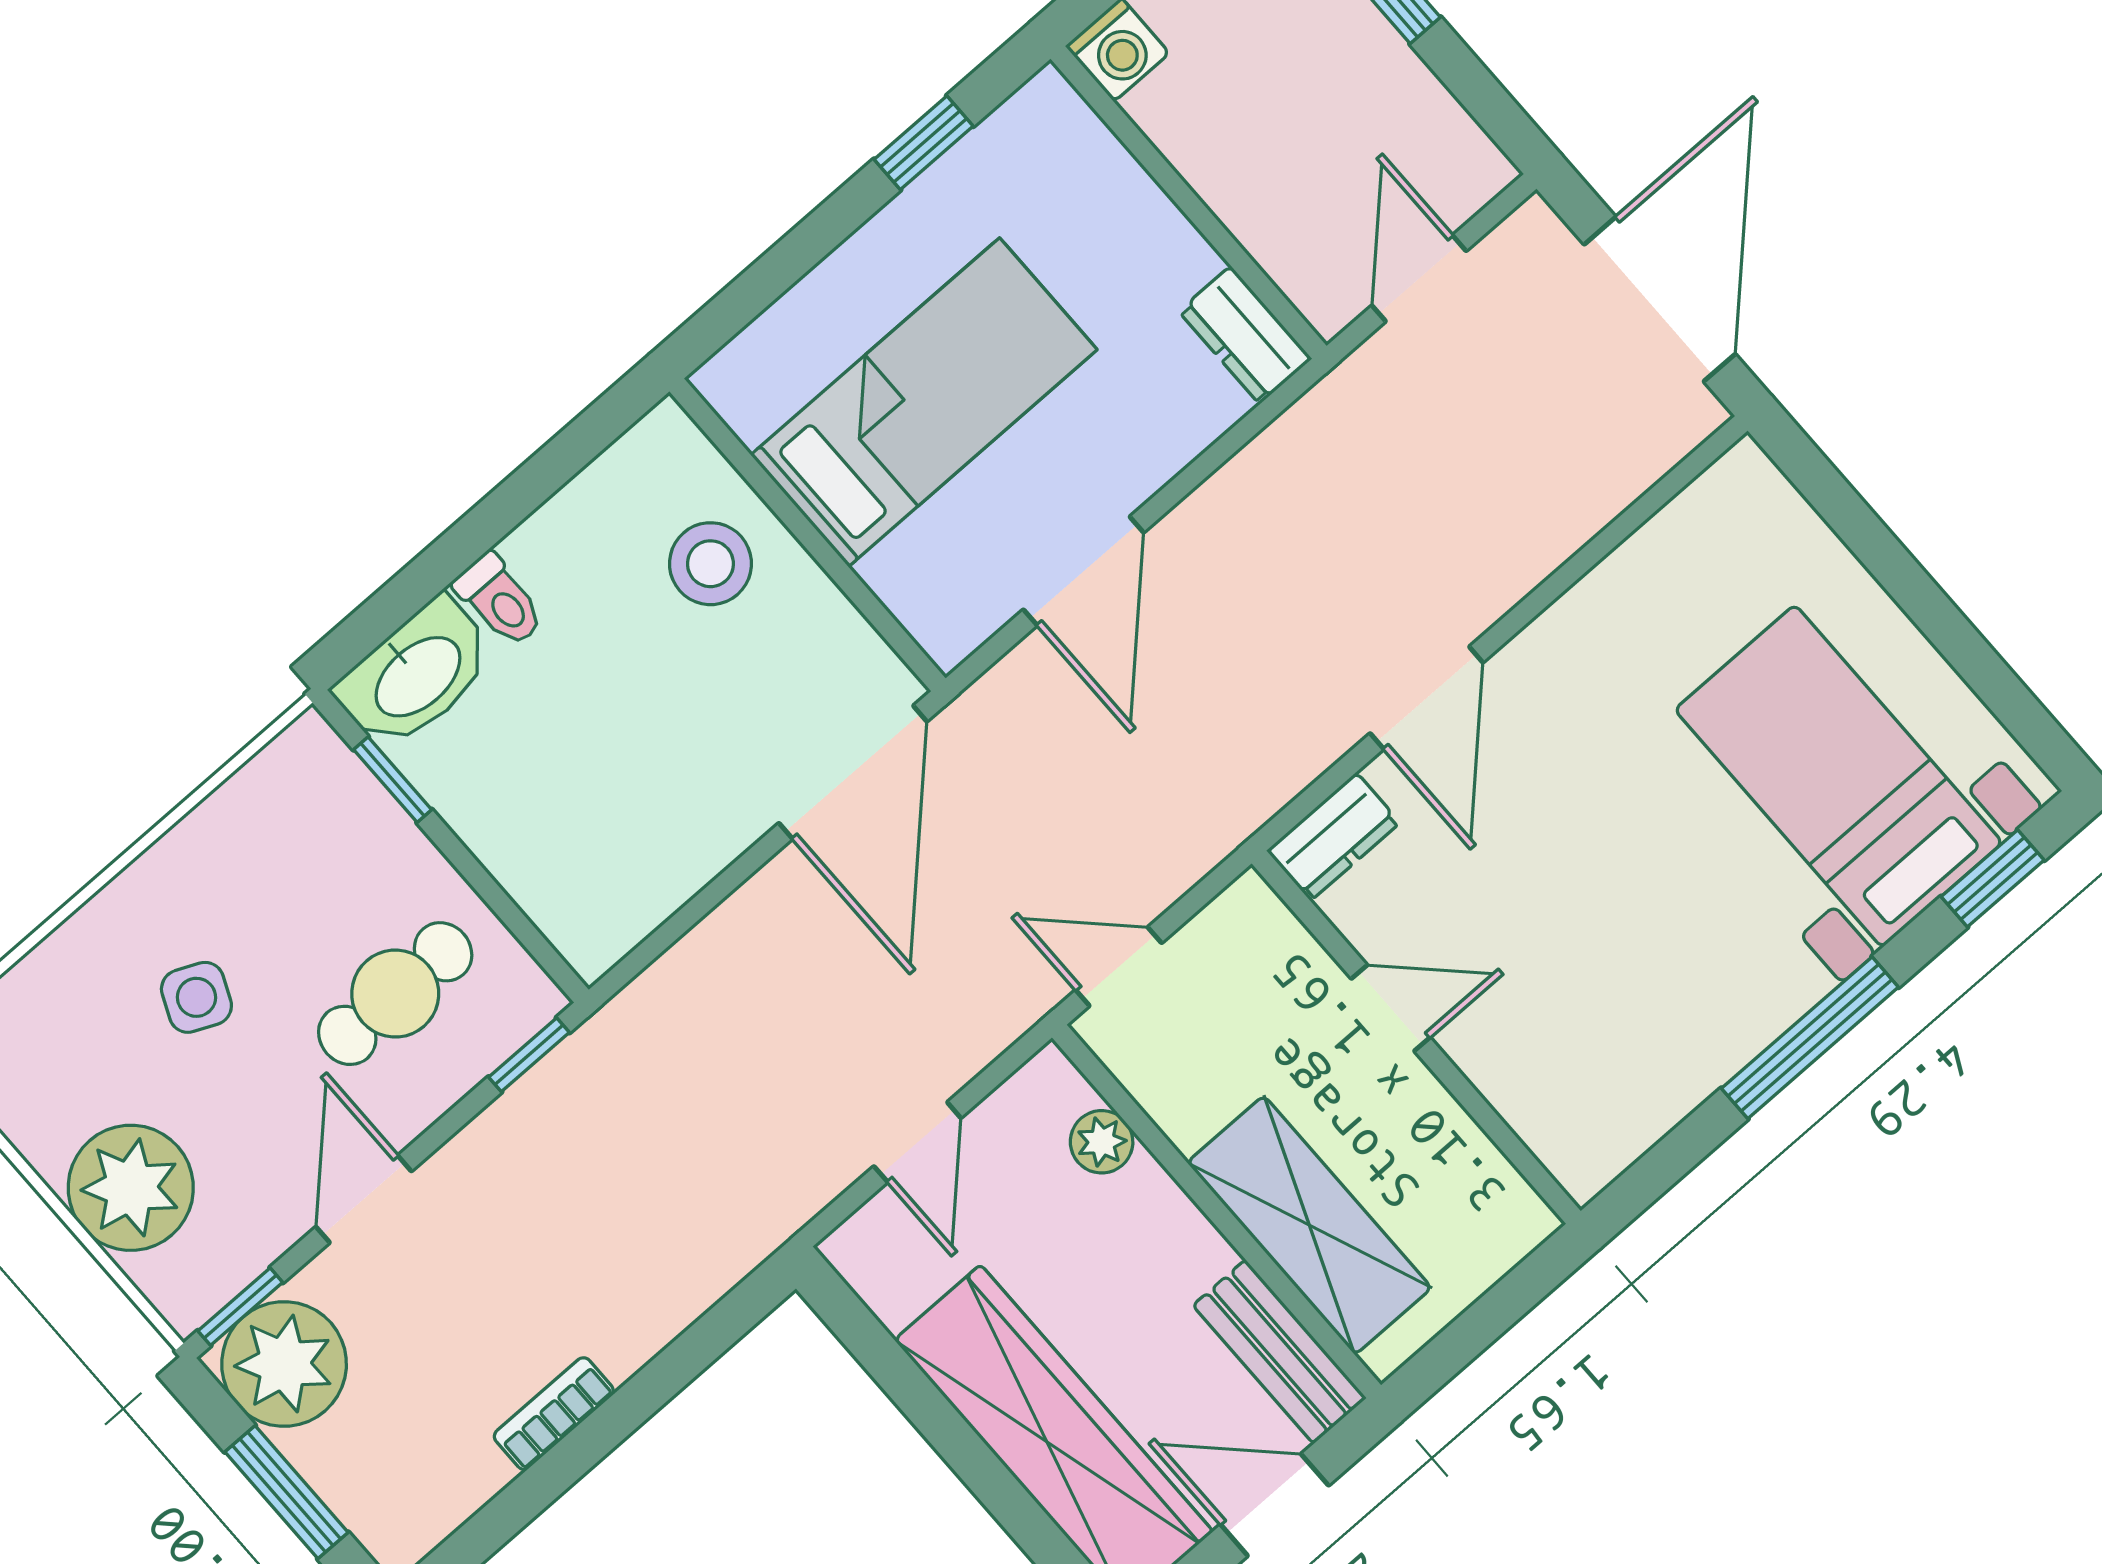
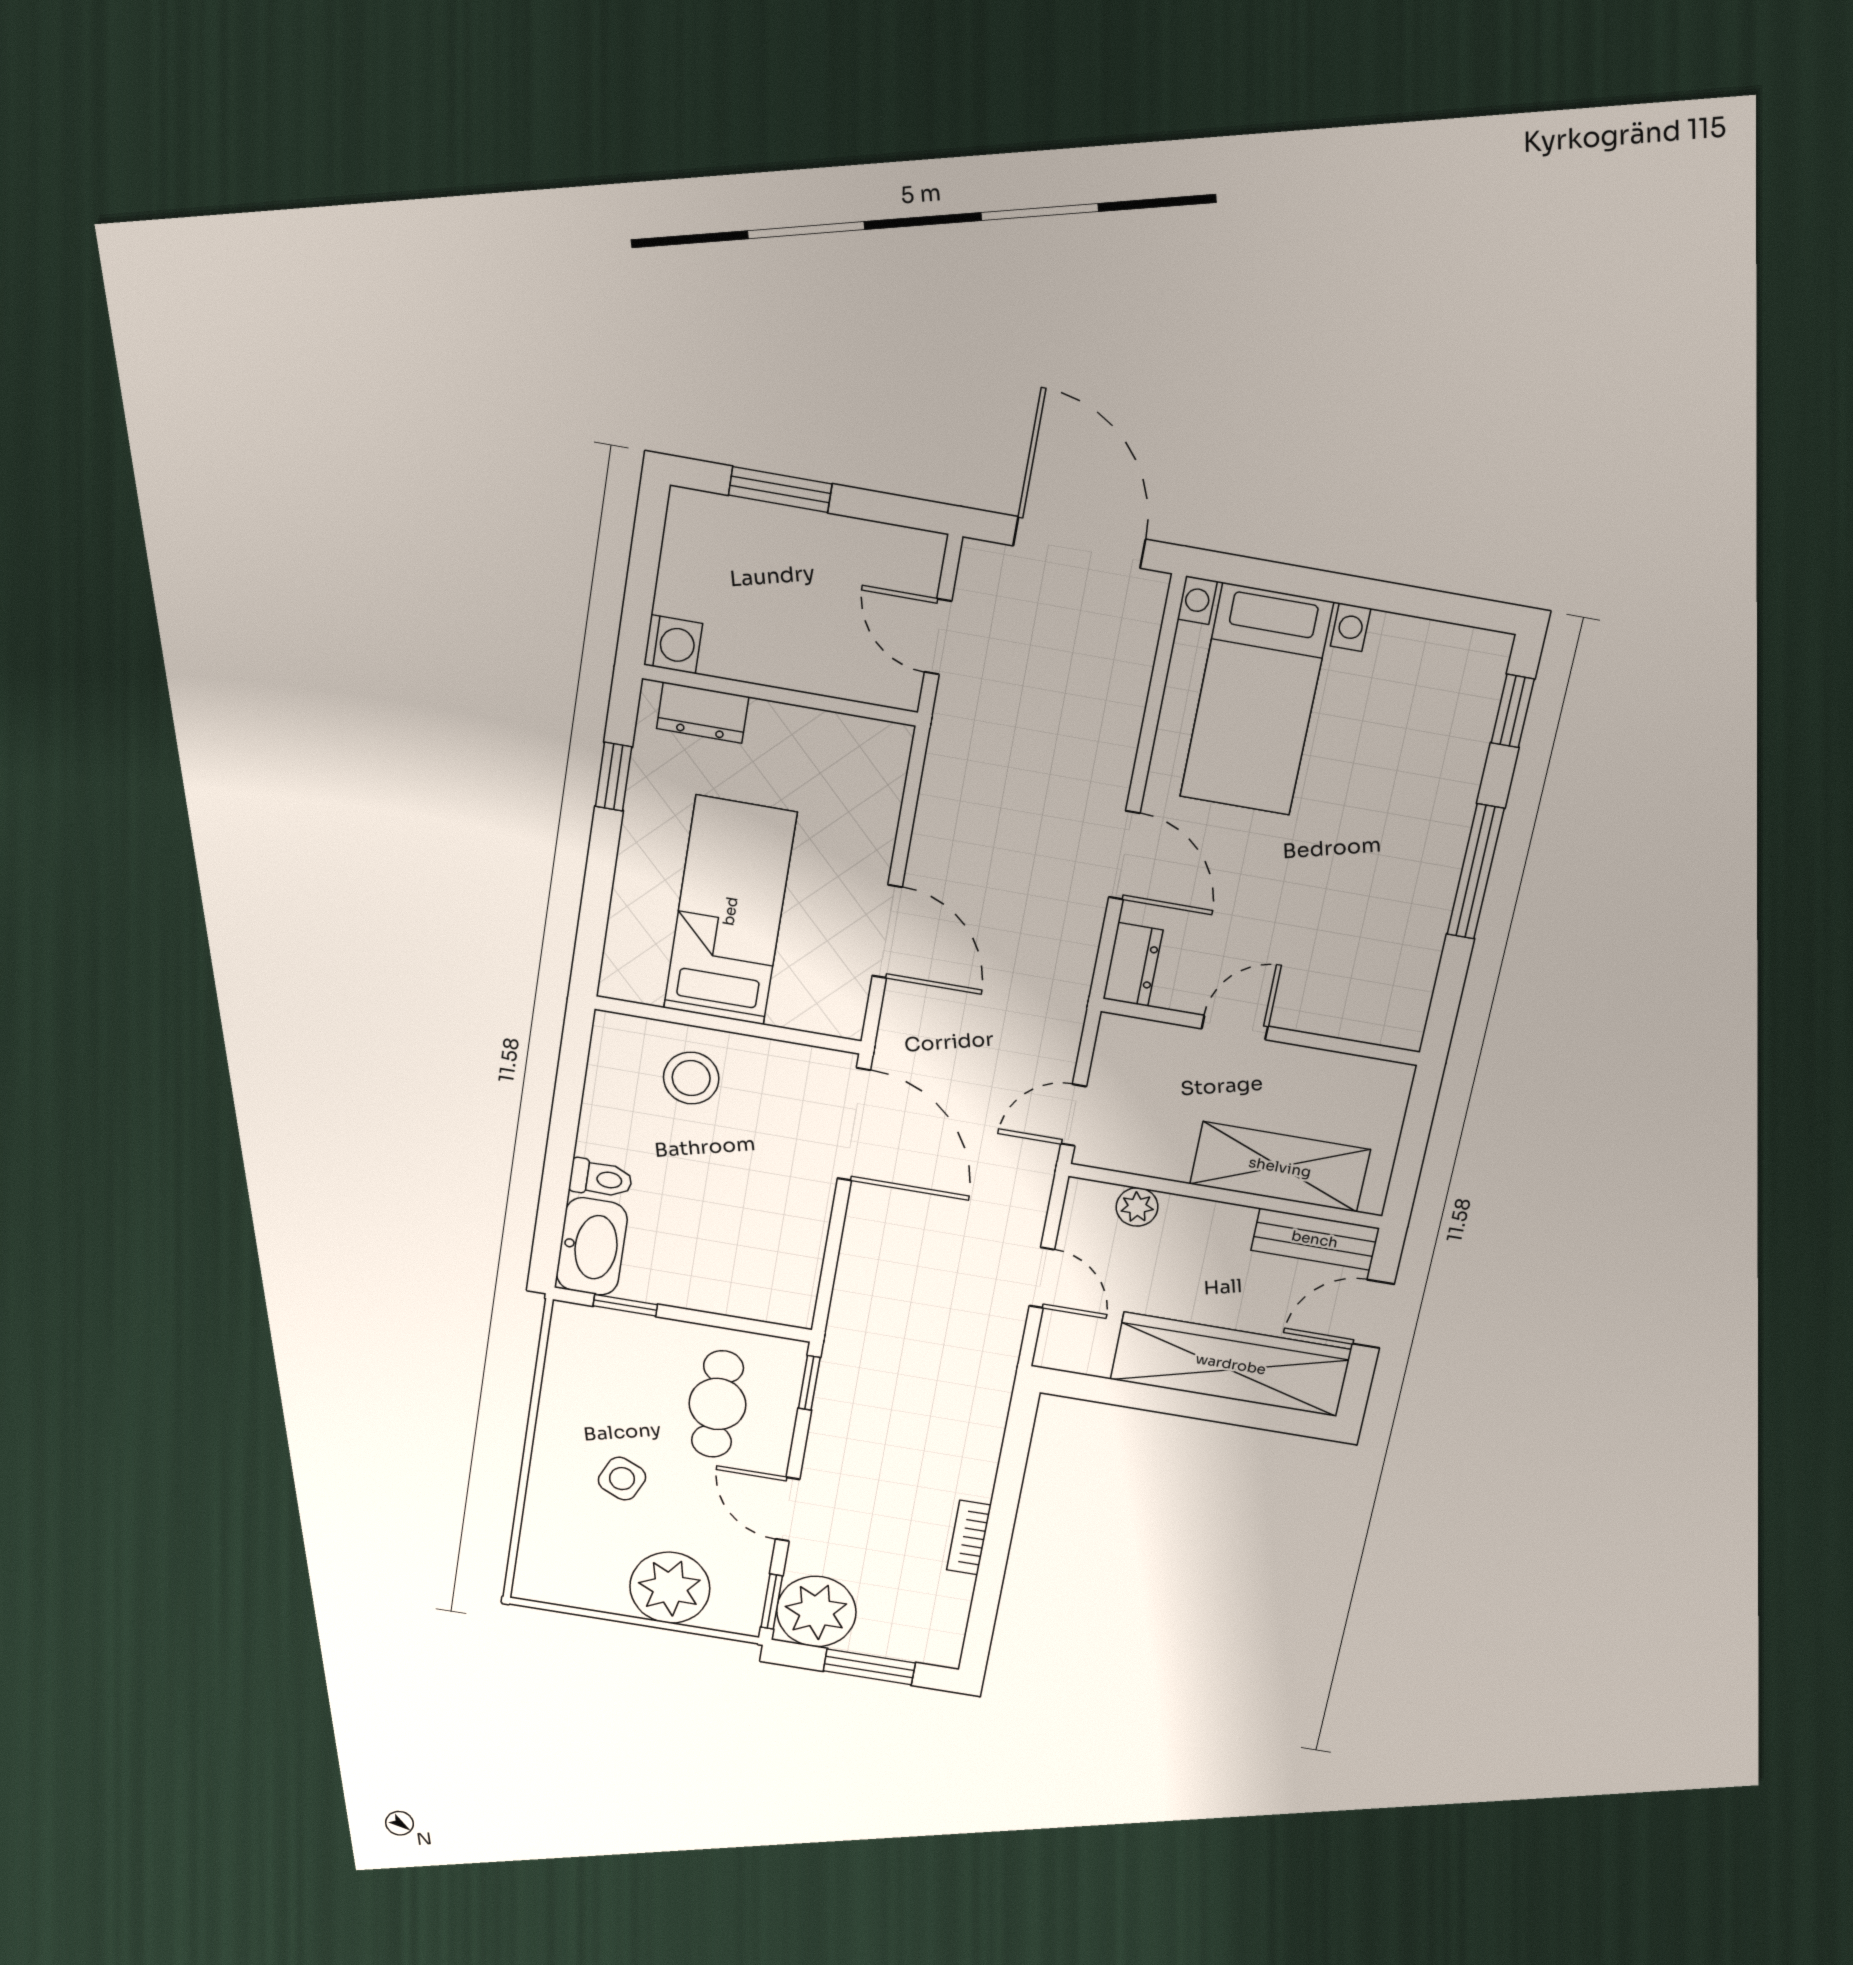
dresser: (1245, 335) -> (703, 713), moved
bed with nightstands: (1839, 776) -> (1256, 700), moved, turned -90

